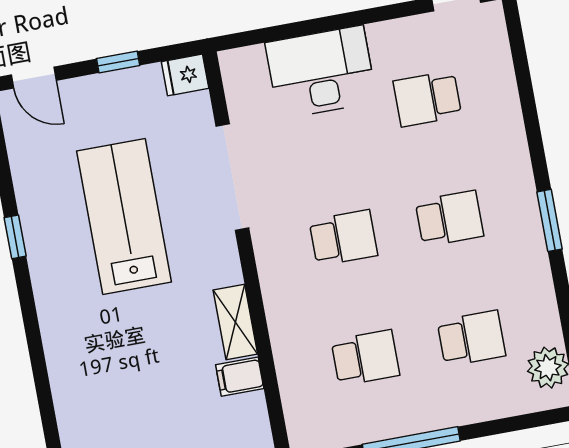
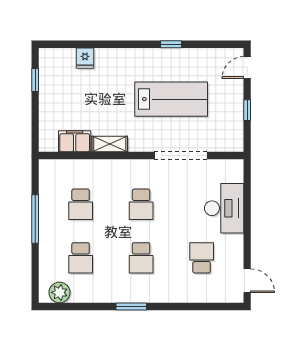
fridge: (185, 75) -> (85, 58), moved, turned 180
filing cabinet: (240, 377) -> (75, 141), width x2.00

